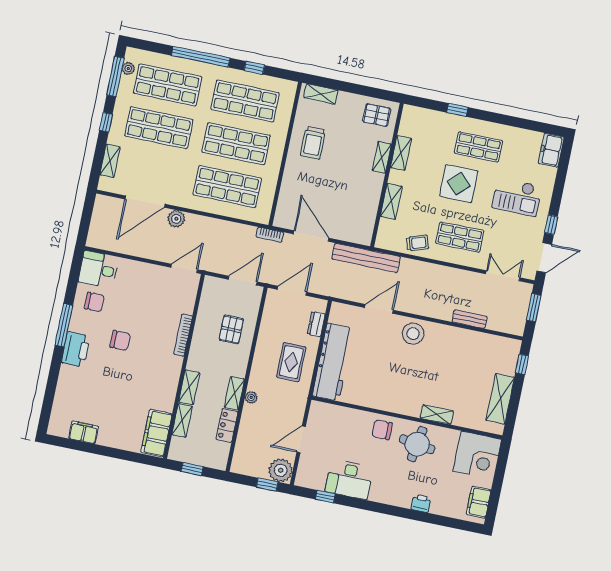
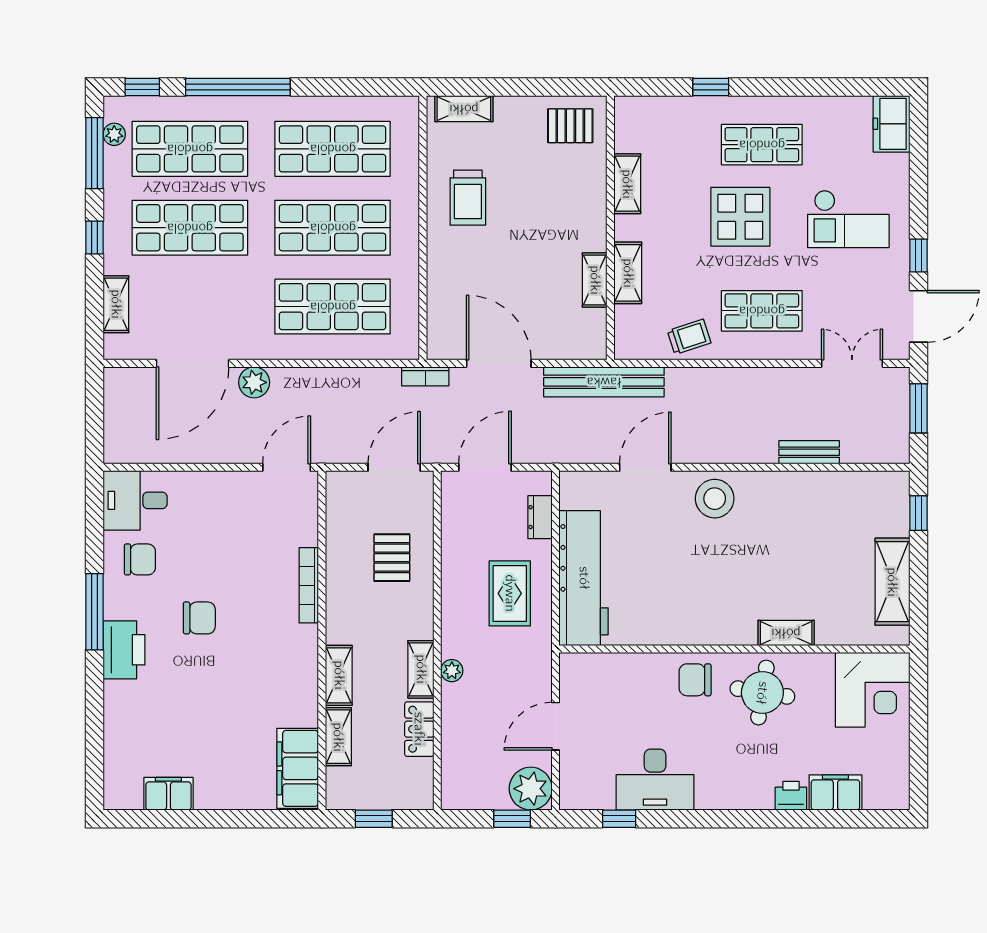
window: (254, 68) -> (142, 87), moved
shelving: (382, 157) -> (595, 280), moved
filing cabinet: (479, 502) -> (835, 792), moved, turned 90

